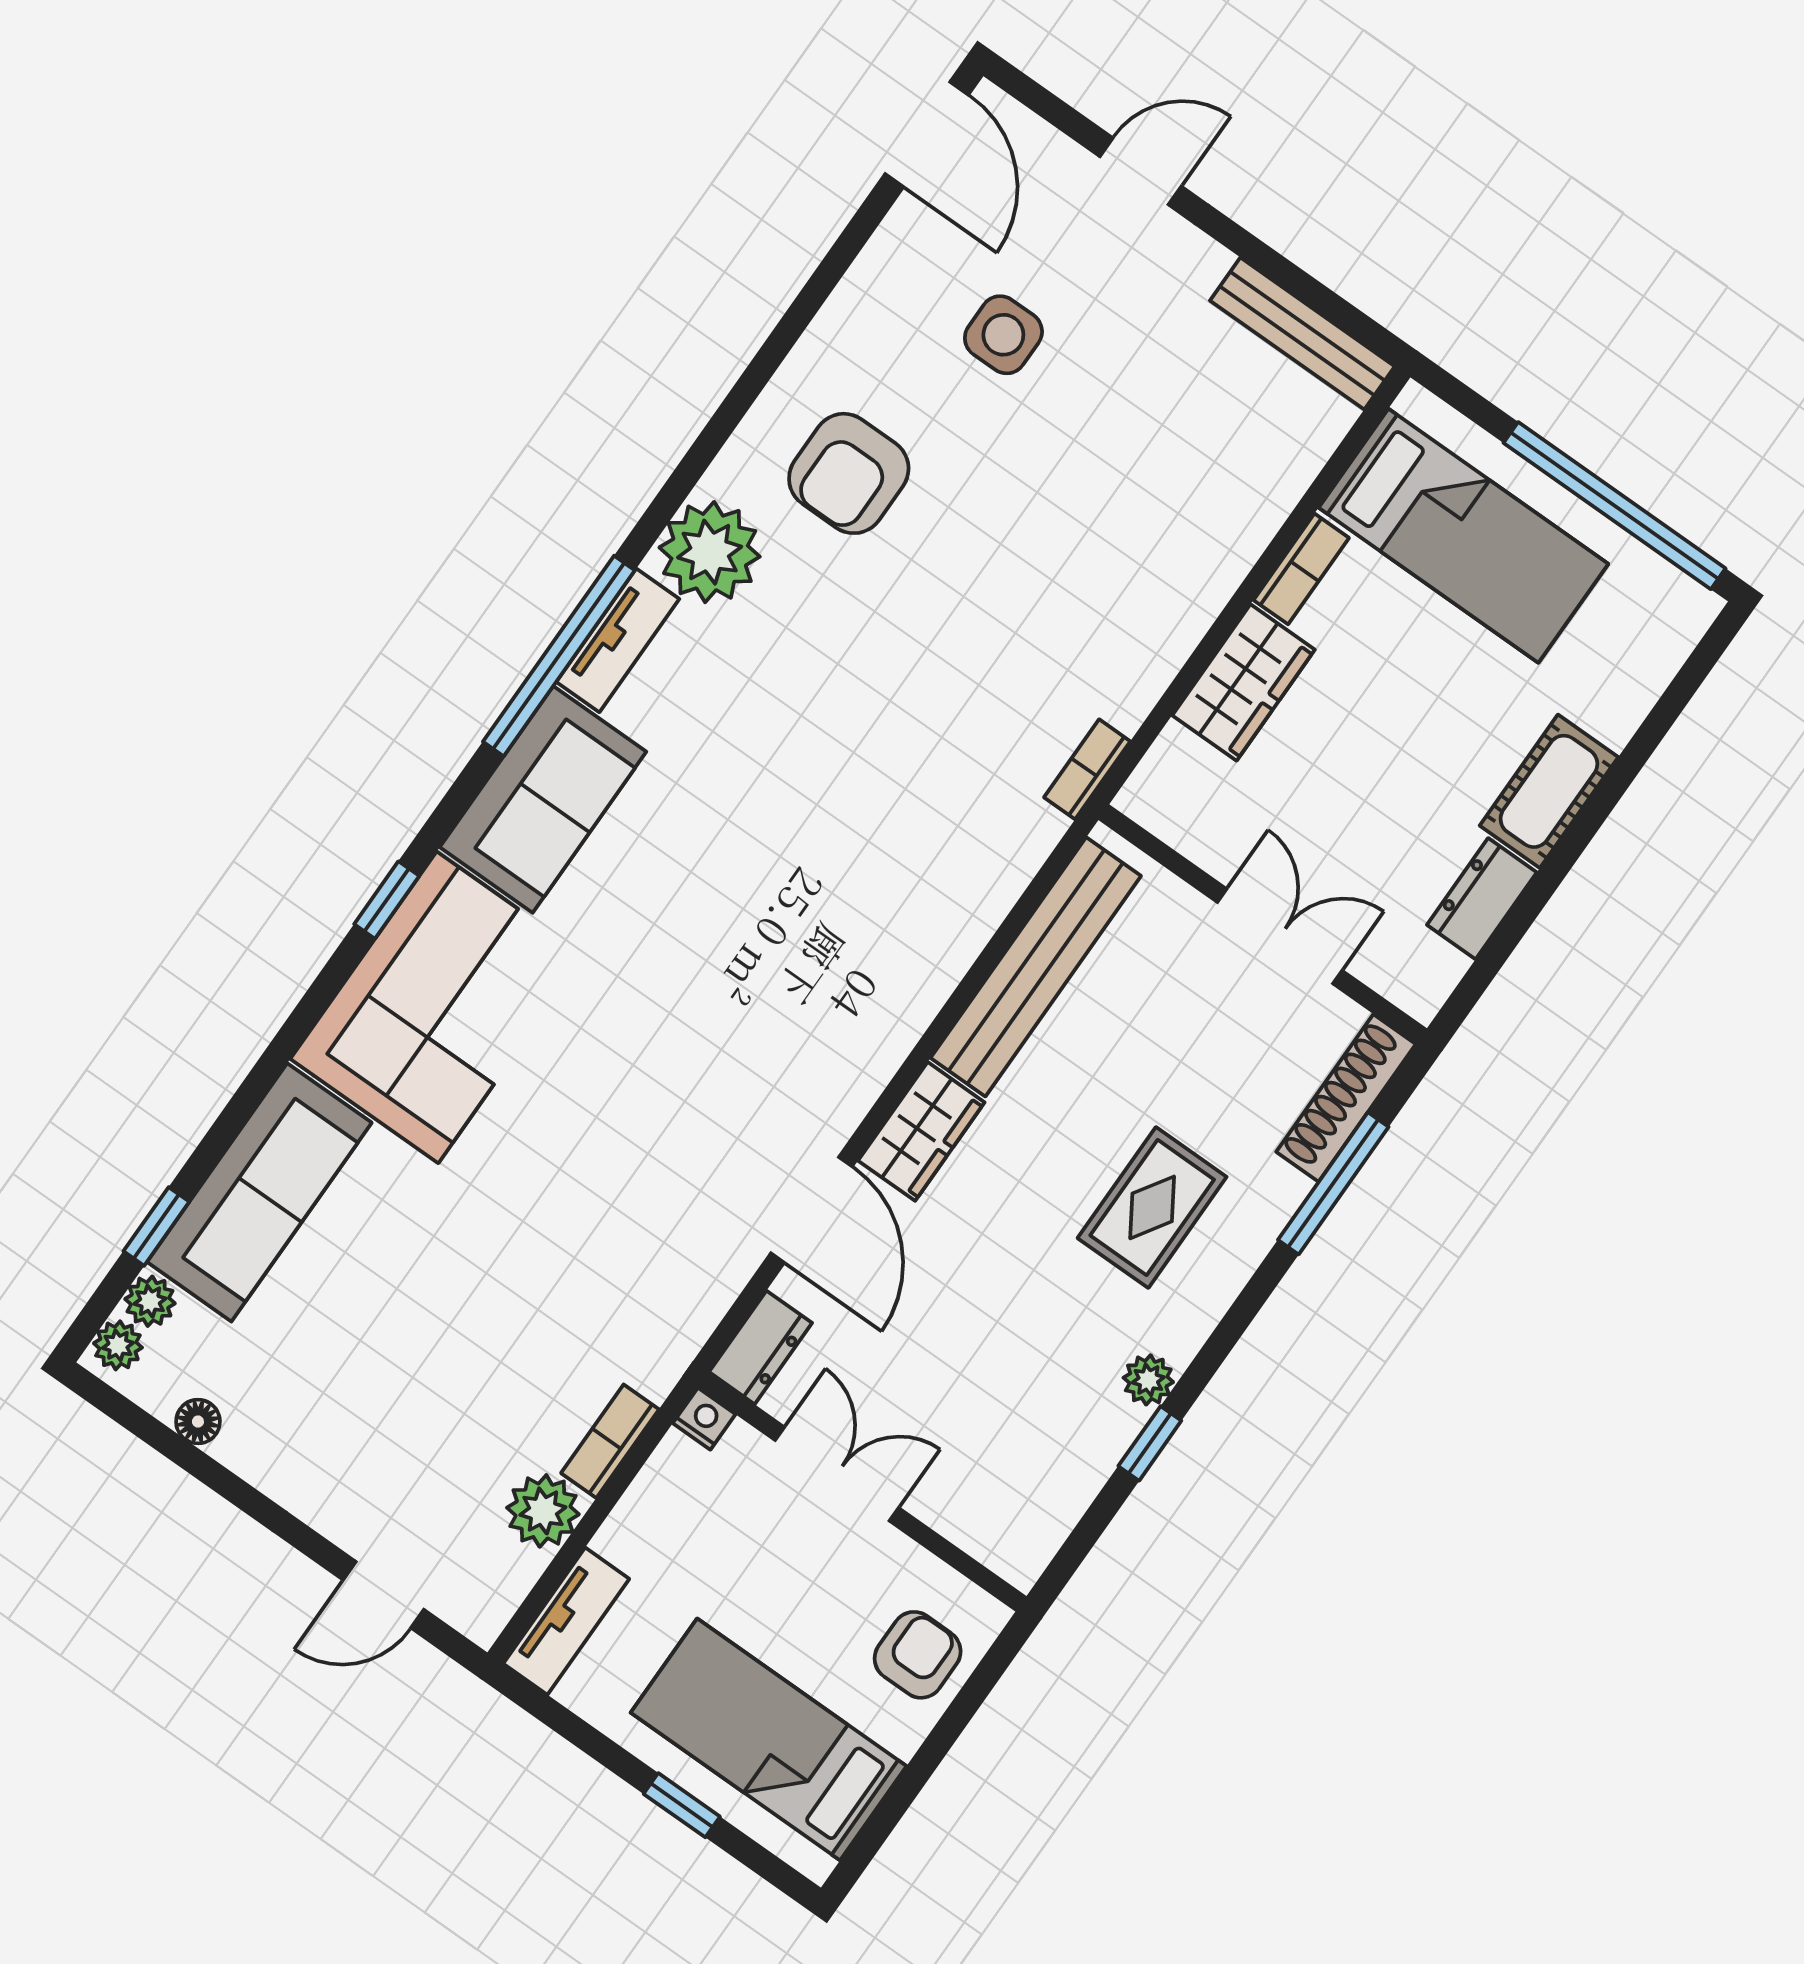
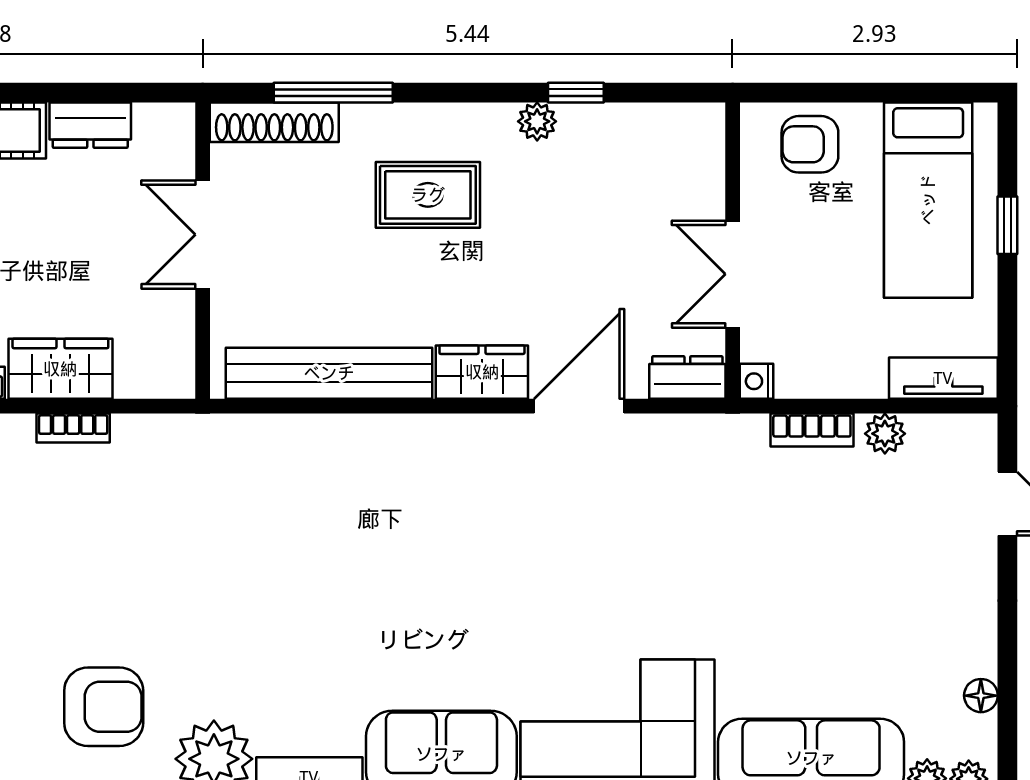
bookcase: (1087, 769) -> (73, 428), moved
plant: (543, 1511) -> (885, 434), width x0.73, depth x0.73

